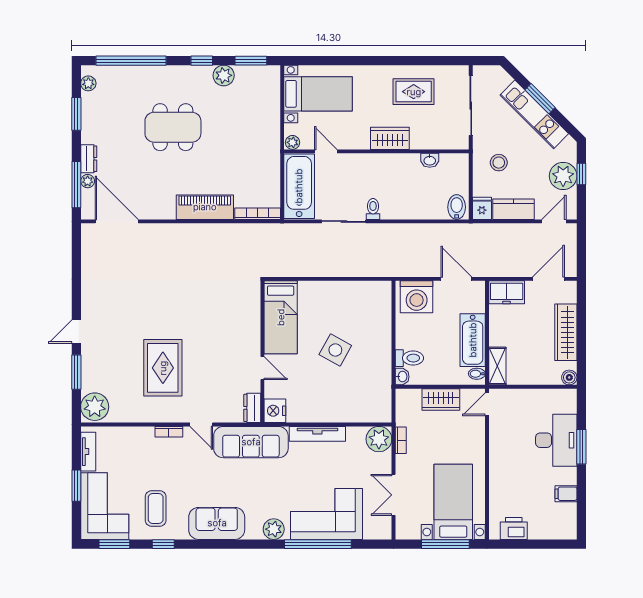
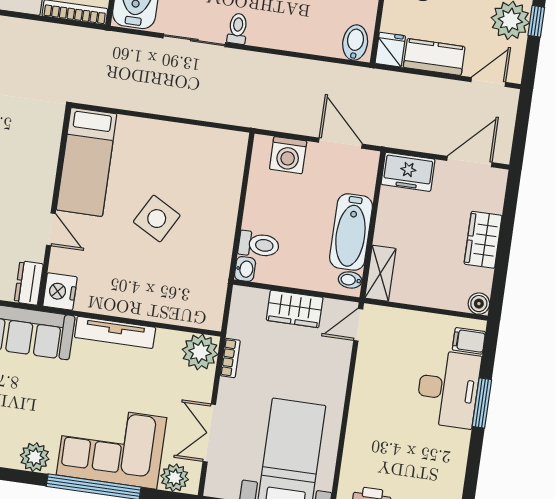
washing machine: (417, 297) -> (288, 155), width x0.73, depth x0.73
wardrobe: (566, 332) -> (483, 240), width x0.67
filing cabinet: (566, 494) -> (469, 341), moved
plant: (374, 530) -> (175, 478), added

